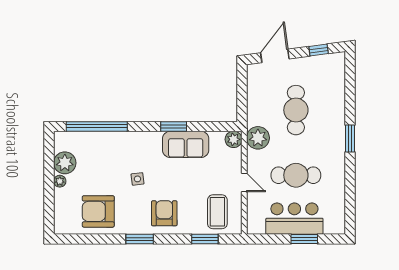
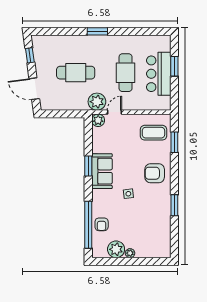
sofa: (186, 144) -> (102, 171), moved
door: (244, 182) -> (114, 112), moved
armchair: (98, 211) -> (102, 224), moved, width x0.53, depth x0.53
window: (140, 239) -> (174, 205), moved

